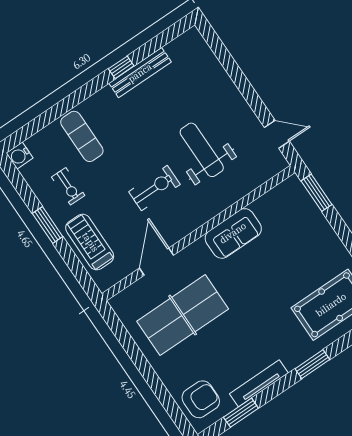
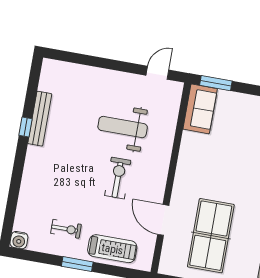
exercise mat: (82, 136) -> (44, 191), removed
sofa: (233, 233) -> (200, 109), moved
treadmill: (90, 242) -> (112, 249), turned 180

